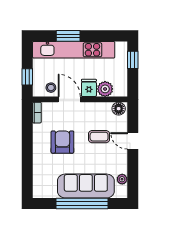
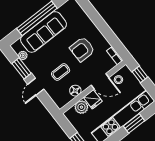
floor lamp: (119, 109) -> (75, 91), moved
door: (133, 141) -> (36, 87), swing flipped
armchair: (62, 142) -> (82, 49), turned 90
window: (133, 168) -> (21, 68), added

